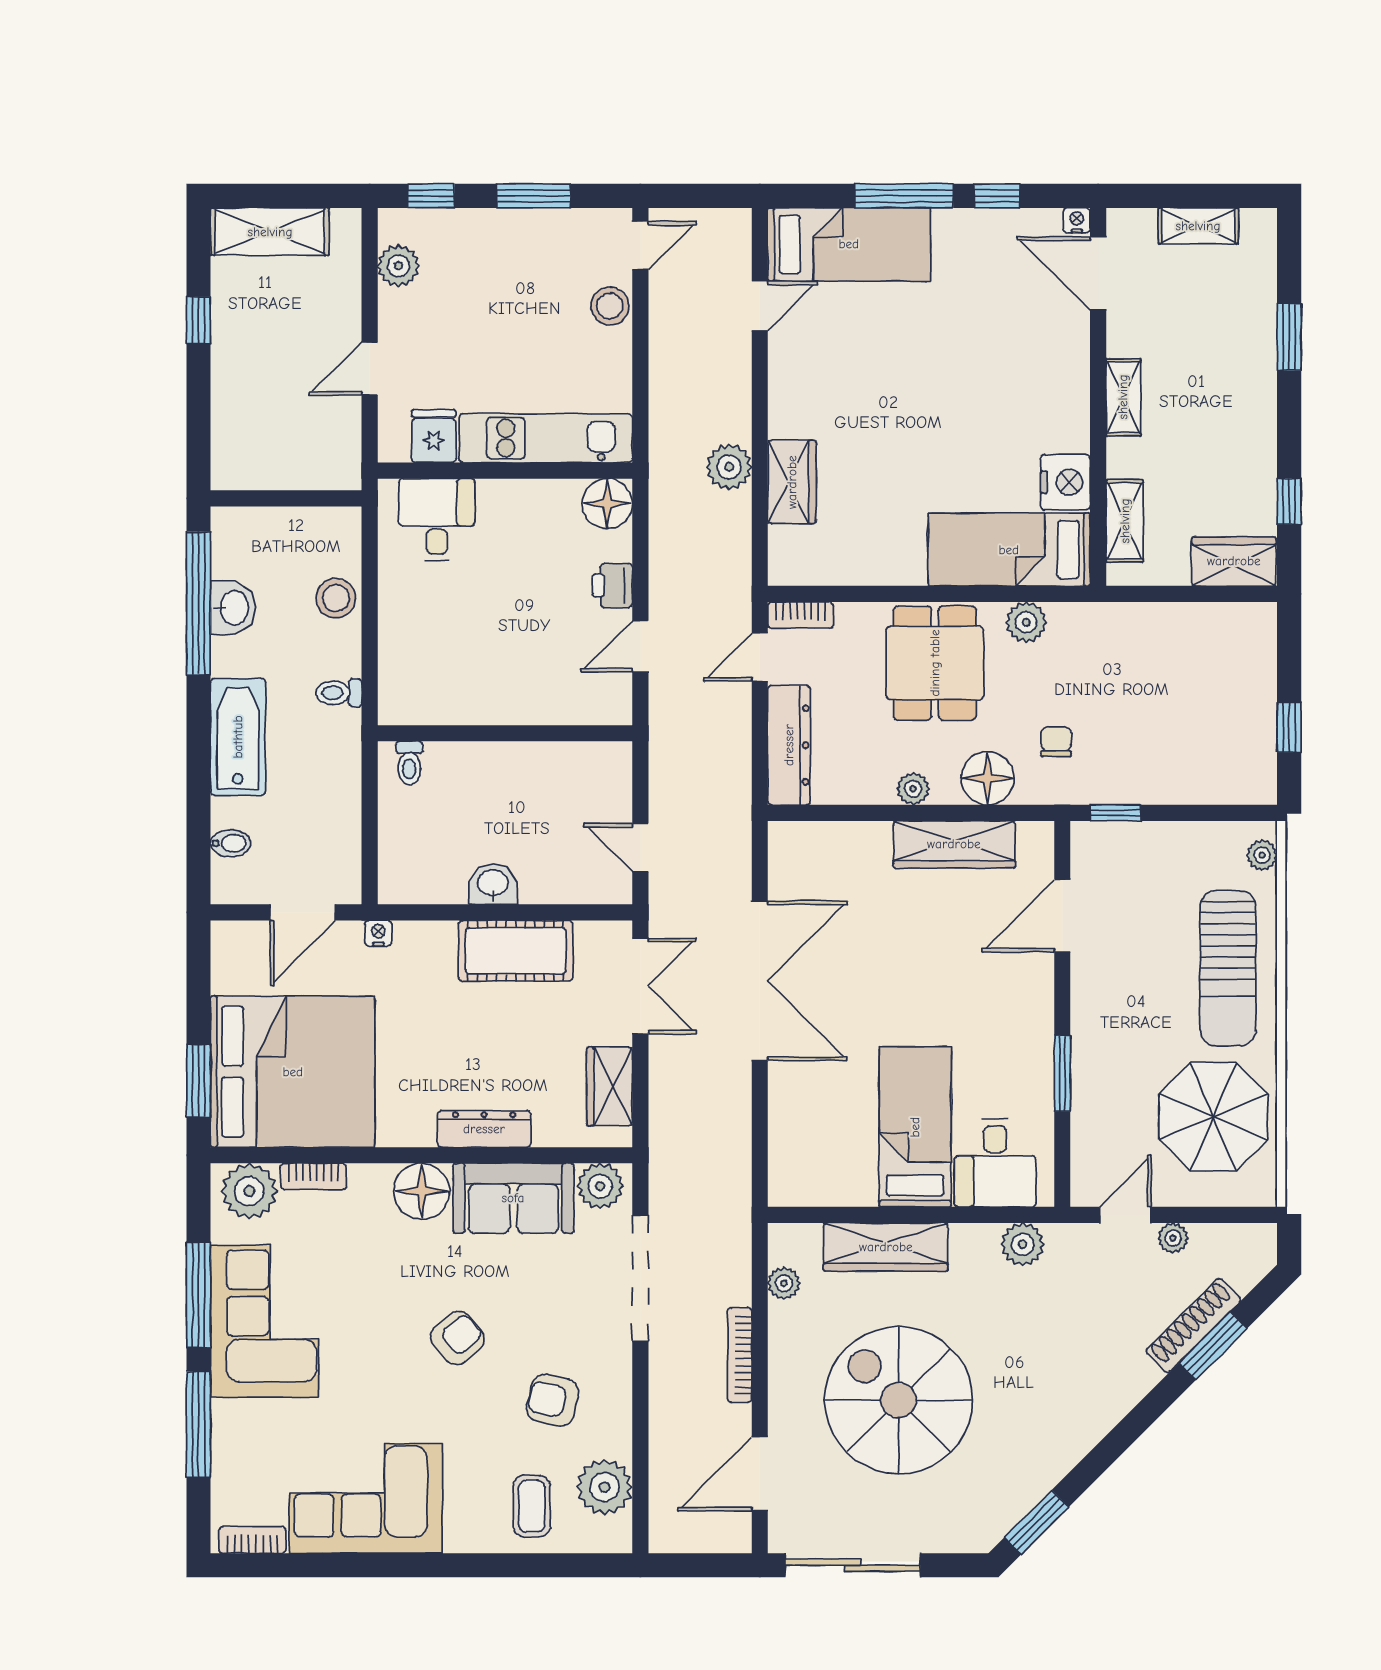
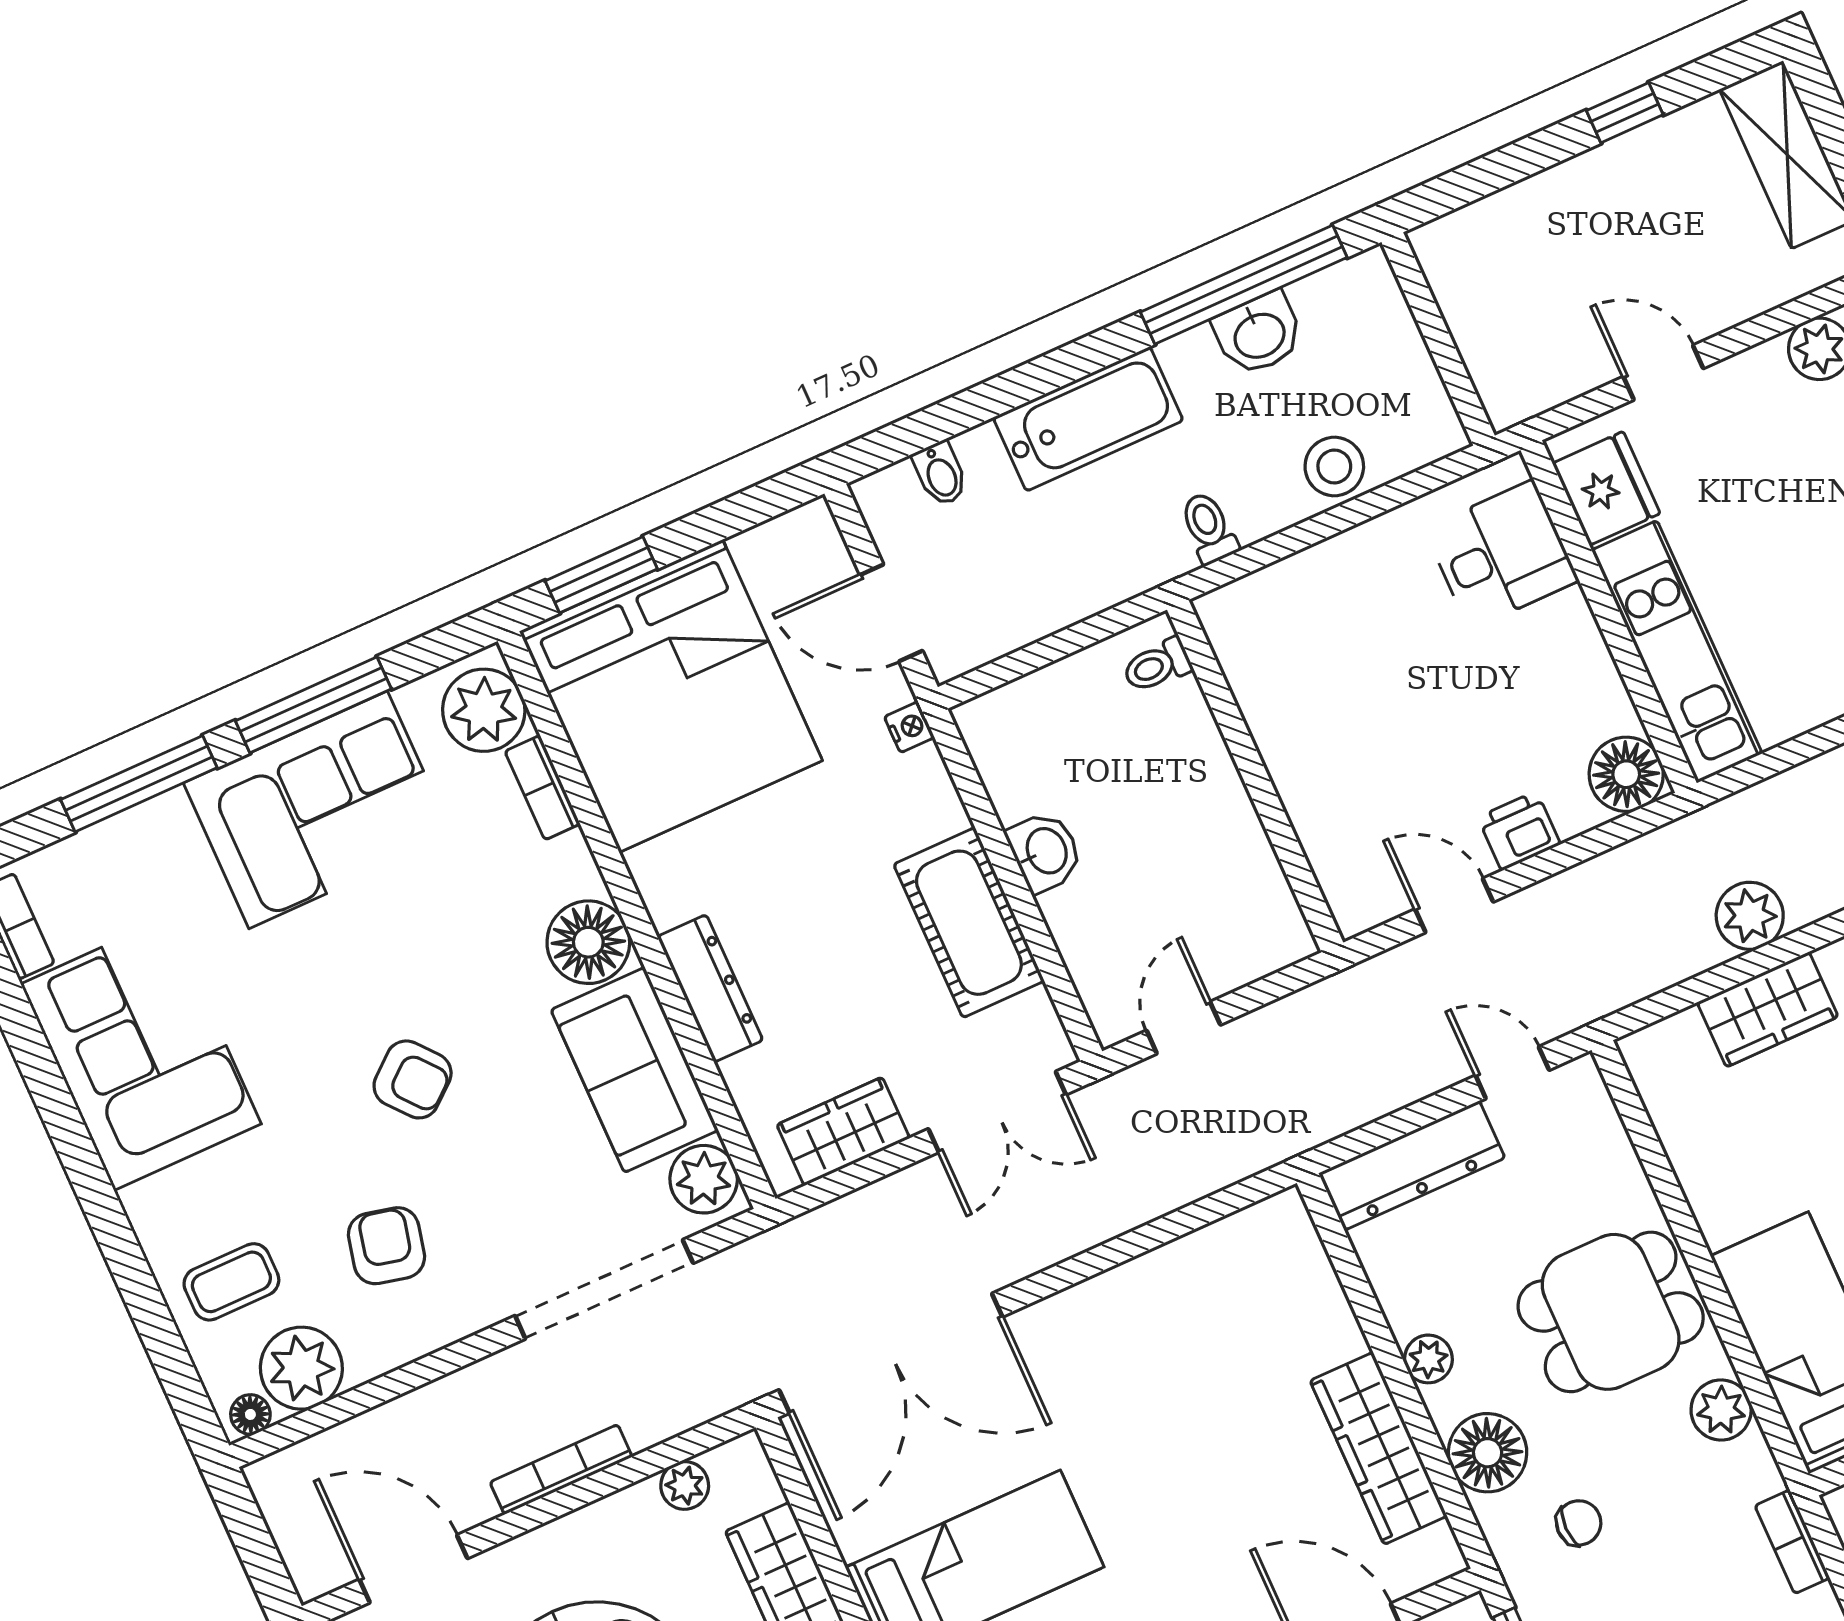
fridge: (434, 436) -> (1606, 488), width x1.38
bookcase: (801, 615) -> (1792, 1542), moved
double door: (760, 981) -> (891, 1353), moved
floor lamp: (619, 1531) -> (250, 1414), added

